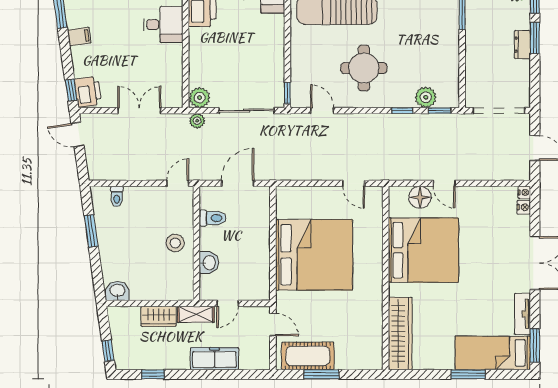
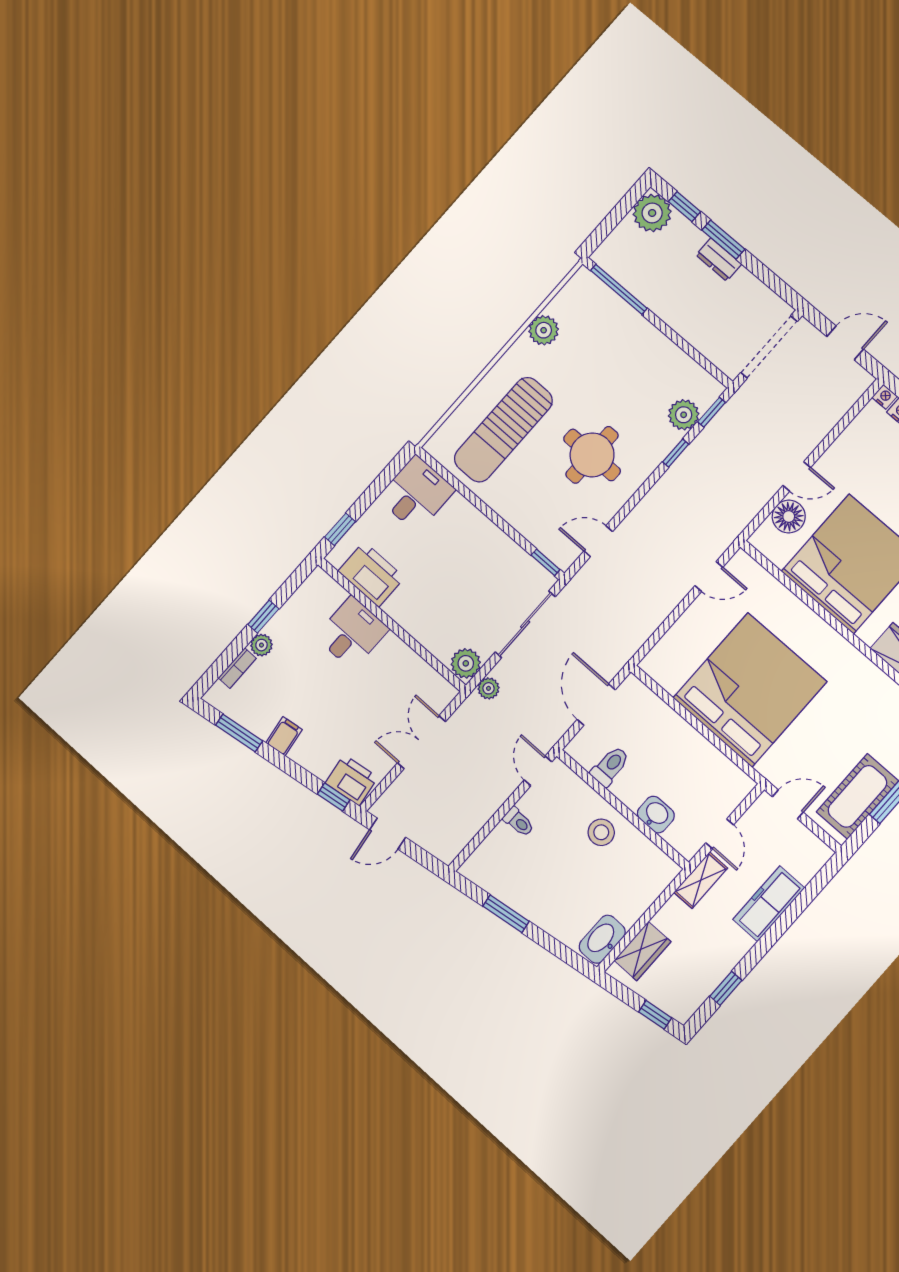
toilet: (117, 196) -> (519, 822), moved
washbasin: (117, 291) -> (602, 939), width x1.38
wardrobe: (159, 316) -> (642, 951), moved

